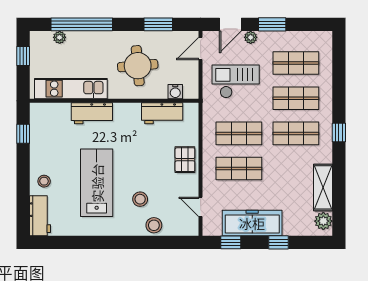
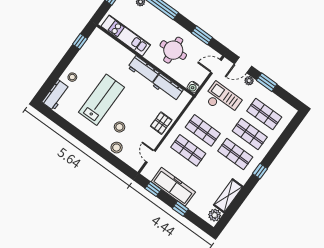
water cooler: (175, 92) -> (193, 87), moved
workbench: (92, 113) -> (143, 70), moved

